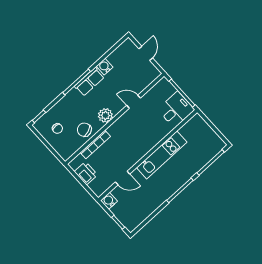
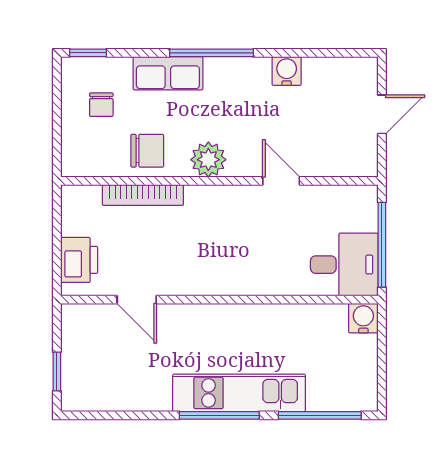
row of seats: (89, 82) -> (168, 73), moved
chair: (84, 130) -> (147, 151), turned 110
kitchen unit: (162, 155) -> (239, 393), moved, turned 180
printer: (86, 173) -> (79, 260), moved
water cooler: (109, 201) -> (363, 318), moved

